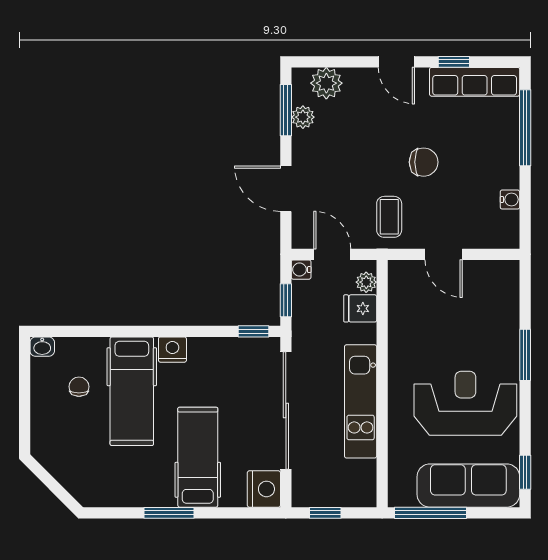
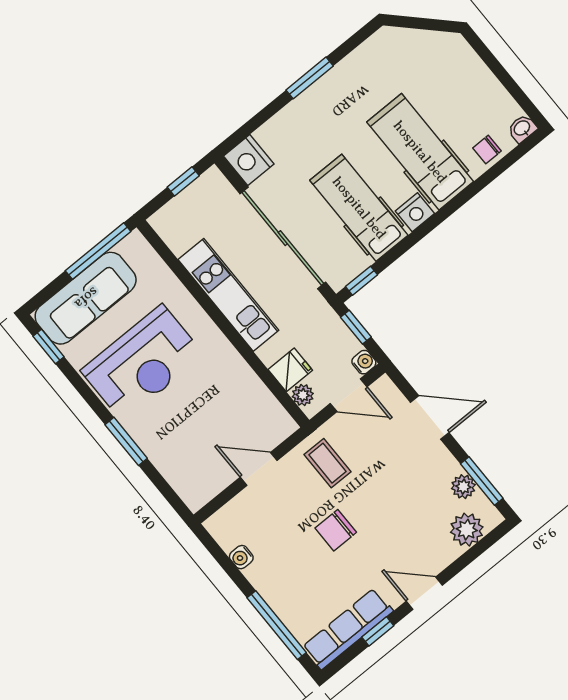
chair: (79, 387) -> (487, 150), moved, turned 90
hospital bed: (198, 457) -> (359, 208), moved, turned 180

